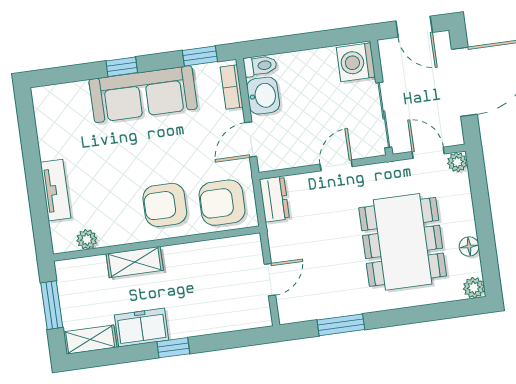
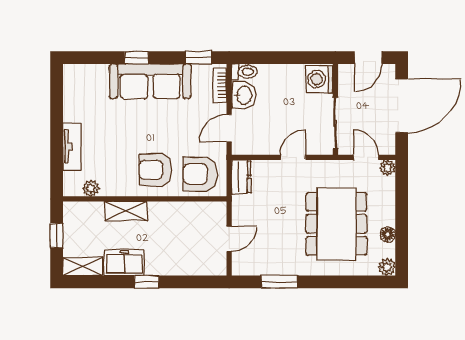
door: (414, 27) -> (368, 58), hinge flipped
window: (52, 305) -> (57, 236), width x0.67

